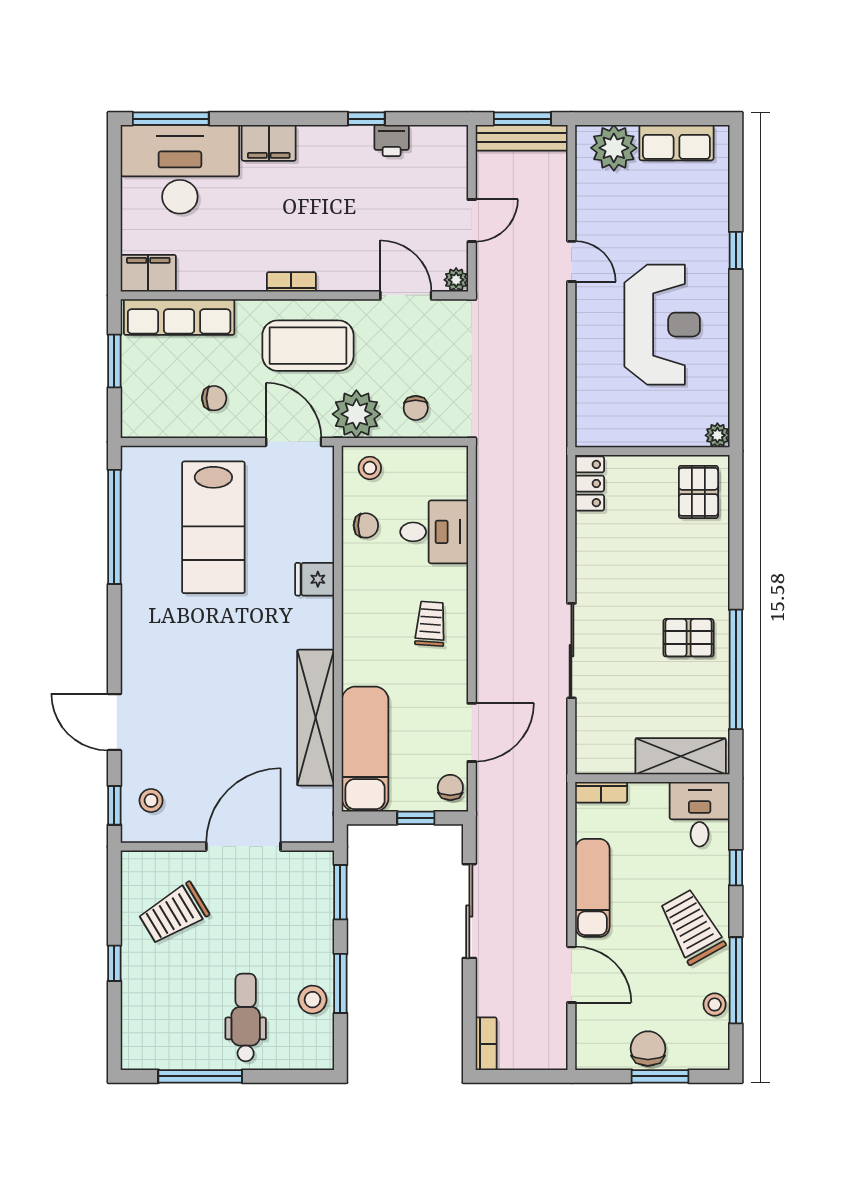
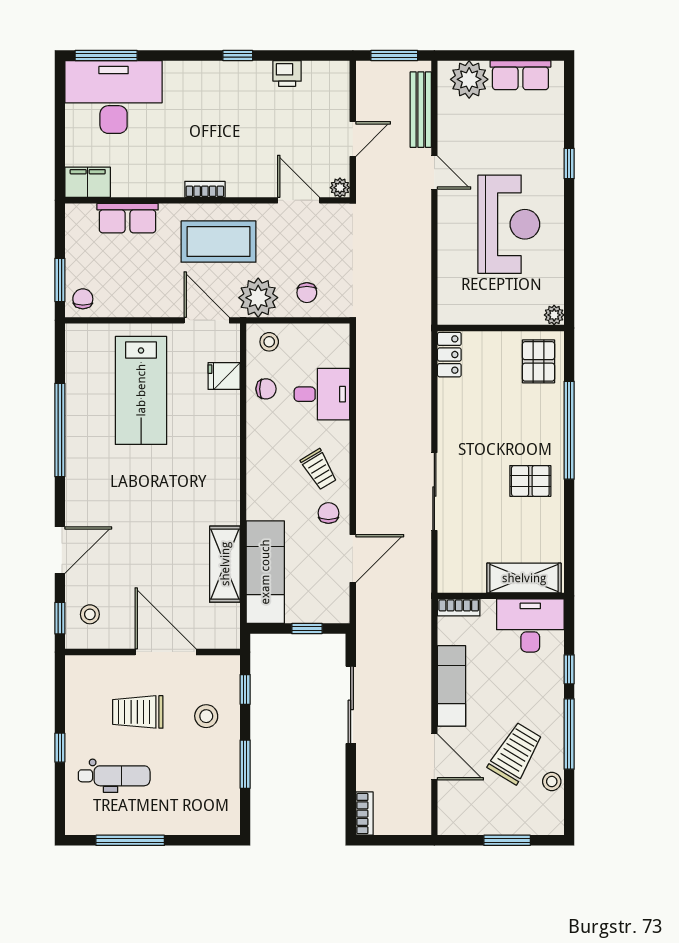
window: (366, 119) -> (238, 56), moved
bench: (522, 138) -> (421, 110), moved, turned 90
filing cabinet: (269, 143) -> (186, 75), removed
row of seats: (179, 317) -> (128, 218), width x0.68
window: (114, 361) -> (60, 280), moved
chair: (214, 398) -> (83, 299), moved, turned -90
window: (114, 527) -> (60, 430), moved
fridge: (315, 579) -> (224, 376), moved
trolley: (431, 624) -> (319, 469), turned 145
window: (736, 669) -> (569, 430), moved
shelving: (316, 718) -> (225, 564), width x0.68
door: (114, 722) -> (60, 550), swing flipped
chair: (450, 787) -> (328, 513), moved
desk: (700, 814) -> (530, 625), width x1.37
door: (243, 847) -> (166, 652), hinge flipped
window: (340, 892) -> (245, 689), width x0.67
trolley: (174, 913) -> (138, 712), moved, turned 31
trolley: (692, 927) -> (515, 753), moved, turned 60
window: (736, 980) -> (569, 734), moved
stool: (313, 1000) -> (206, 716), moved
dental chair: (246, 1017) -> (114, 776), moved, turned 90
chair: (648, 1049) -> (497, 818), removed

